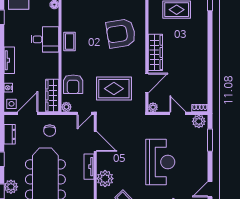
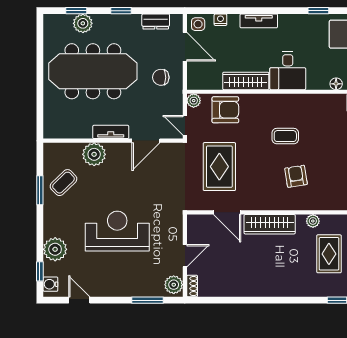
armchair: (121, 33) -> (296, 176), width x0.53, depth x0.53
coffee table: (70, 42) -> (285, 136), moved
armchair: (73, 84) -> (225, 110), turned 180
wardrobe: (52, 95) -> (246, 81), moved
plant: (153, 107) -> (313, 221), moved
reception desk: (160, 162) -> (117, 231), turned 180

